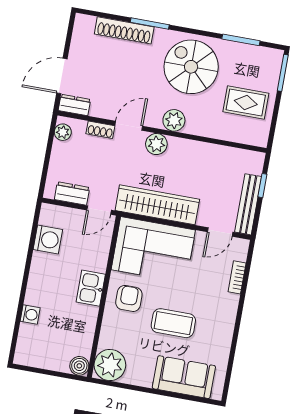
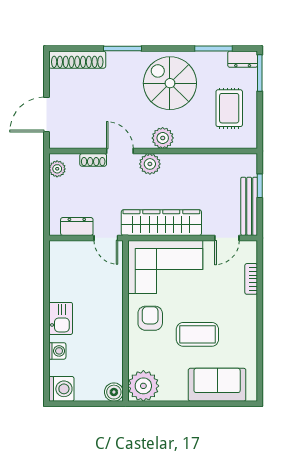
shoe rack: (124, 30) -> (77, 60), moved
rug: (246, 102) -> (229, 108), turned 90
dresser: (74, 105) -> (243, 59), moved, turned 180
door: (129, 126) -> (120, 151), hinge flipped
door: (99, 210) -> (106, 238), hinge flipped
washing machine: (48, 239) -> (61, 389), moved
kitchen sink: (91, 288) -> (61, 318), moved, turned 180

